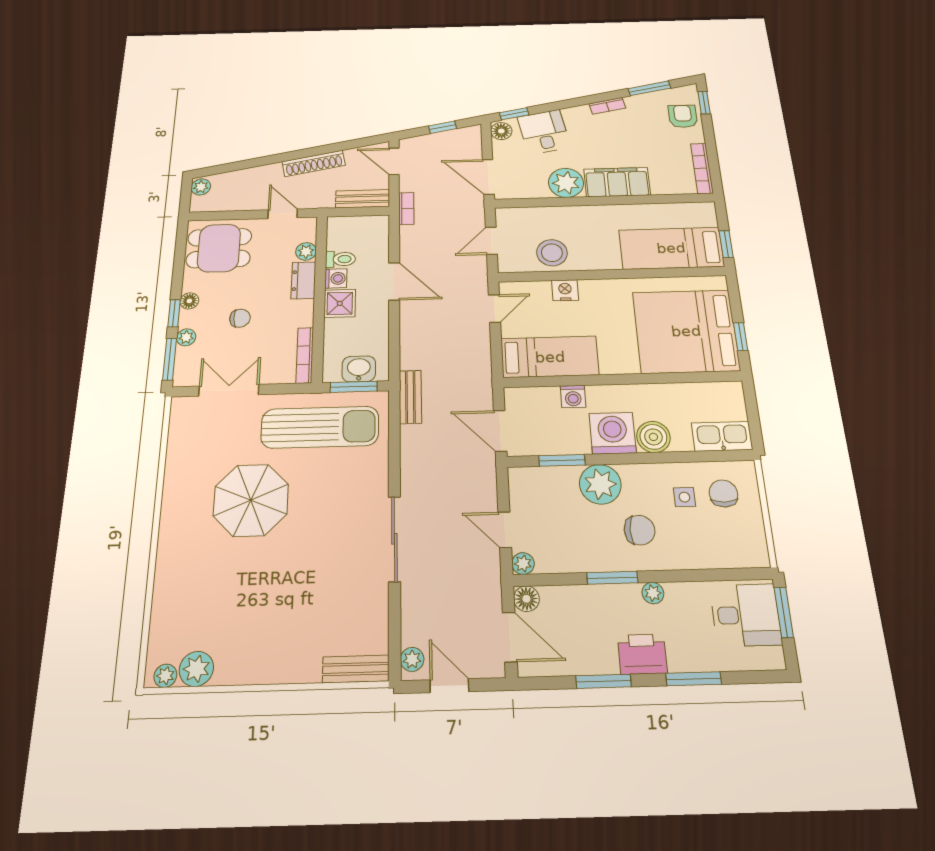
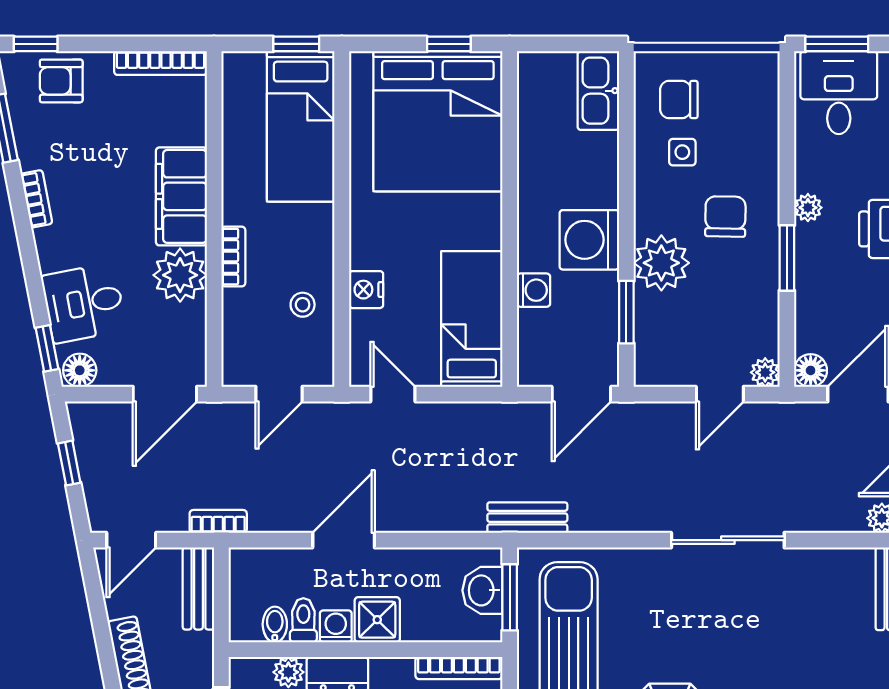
bookcase: (581, 212) -> (233, 257), added
door: (491, 241) -> (279, 394), hinge flipped
bidet: (338, 243) -> (275, 624), added
stool: (552, 253) -> (303, 305), width x0.53, depth x0.53
boiler: (653, 437) -> (596, 184), removed

